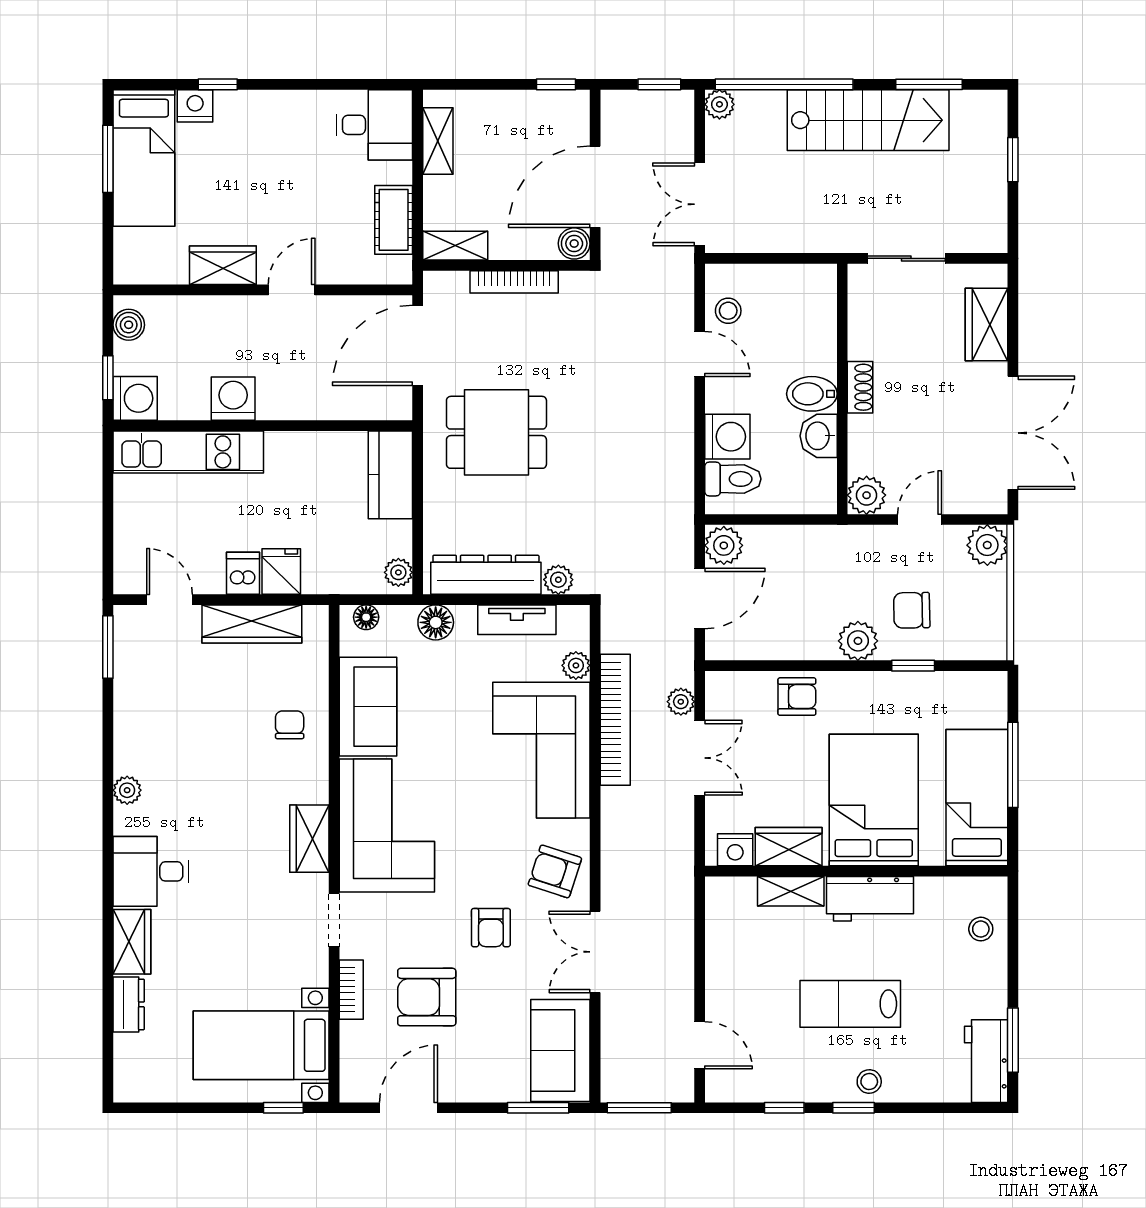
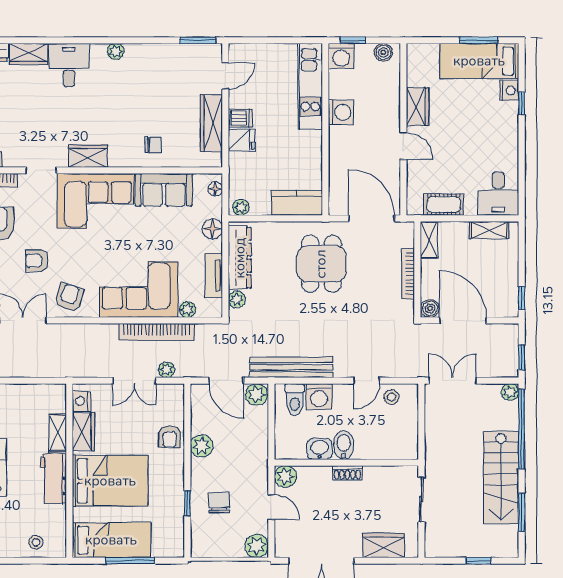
bench: (676, 485) -> (291, 367), added
plant: (858, 641) -> (202, 446), moved

